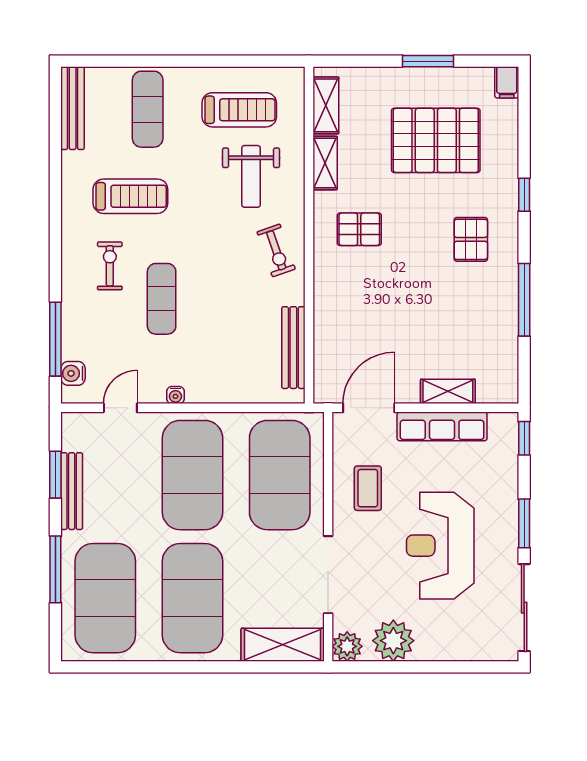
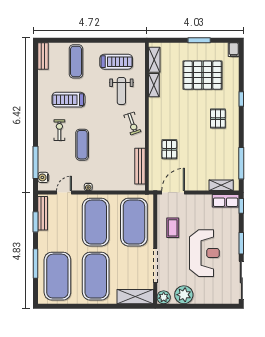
bench: (73, 108) -> (43, 56), width x0.73
treadmill: (130, 196) -> (68, 100), turned 180
pallet: (359, 229) -> (169, 149), moved, turned 90
window: (524, 300) -> (241, 163), moved
shelving: (448, 391) -> (221, 185), moved
row of seats: (442, 426) -> (226, 201), moved, width x0.68
bench: (72, 491) -> (43, 213), moved
reception desk: (440, 546) -> (204, 253), turned 180

